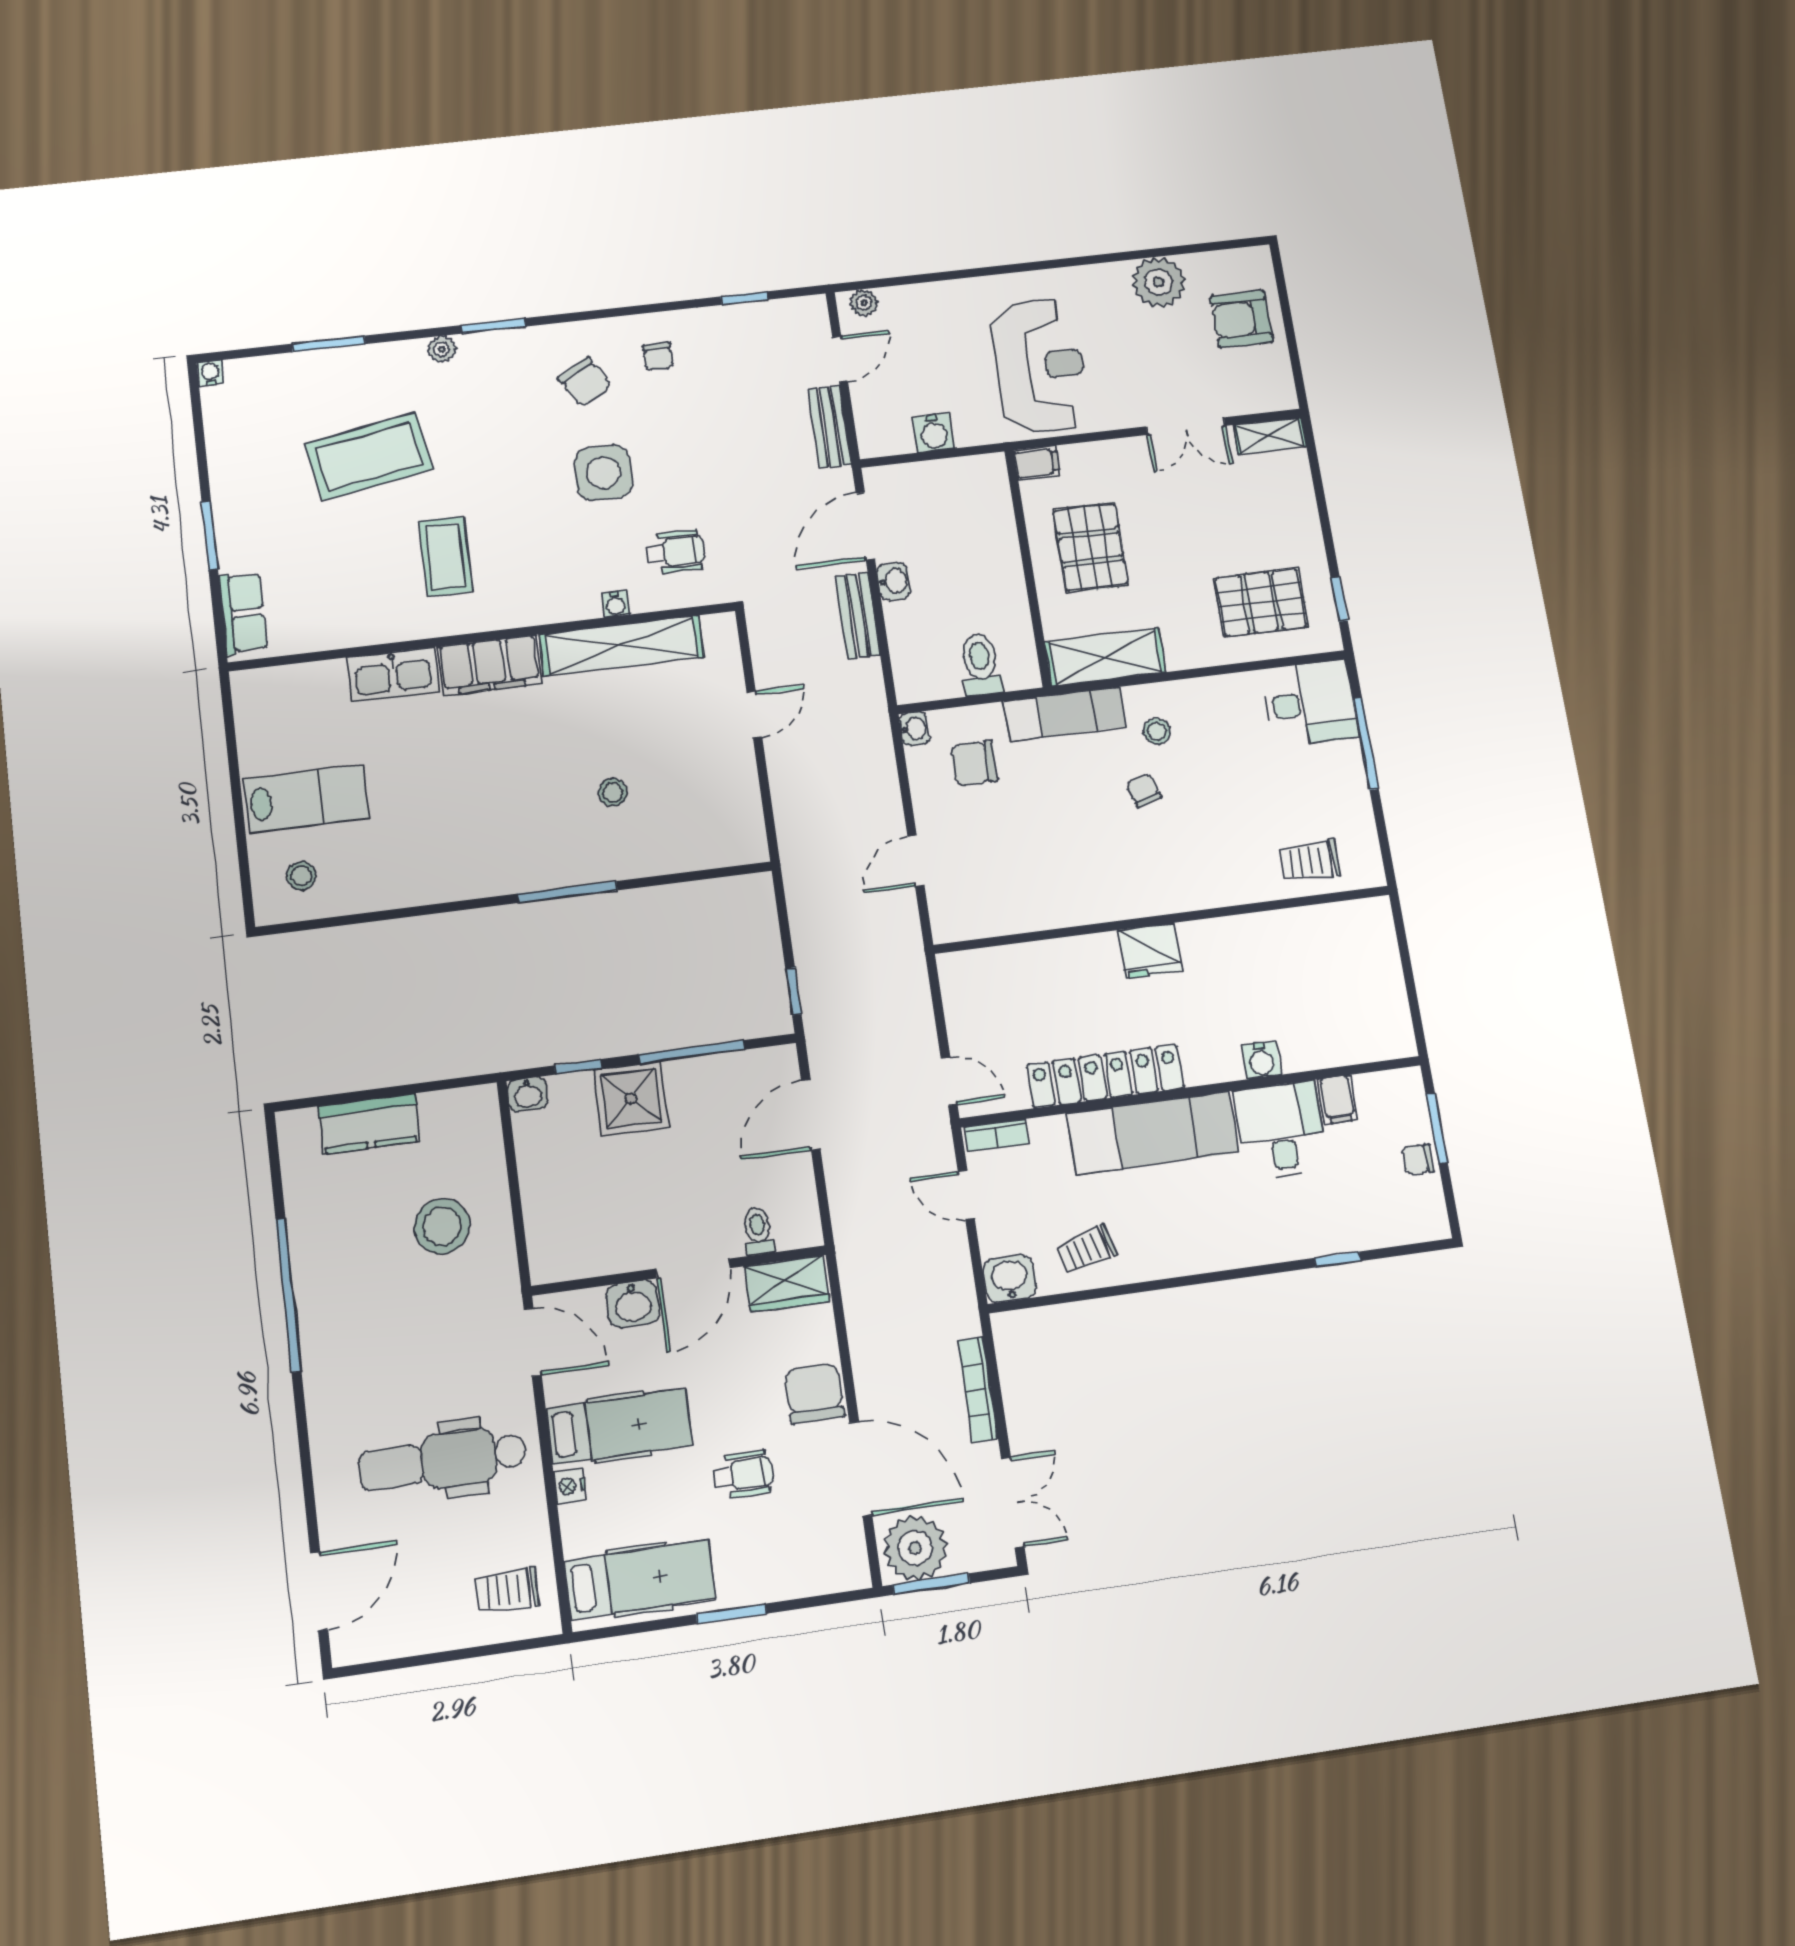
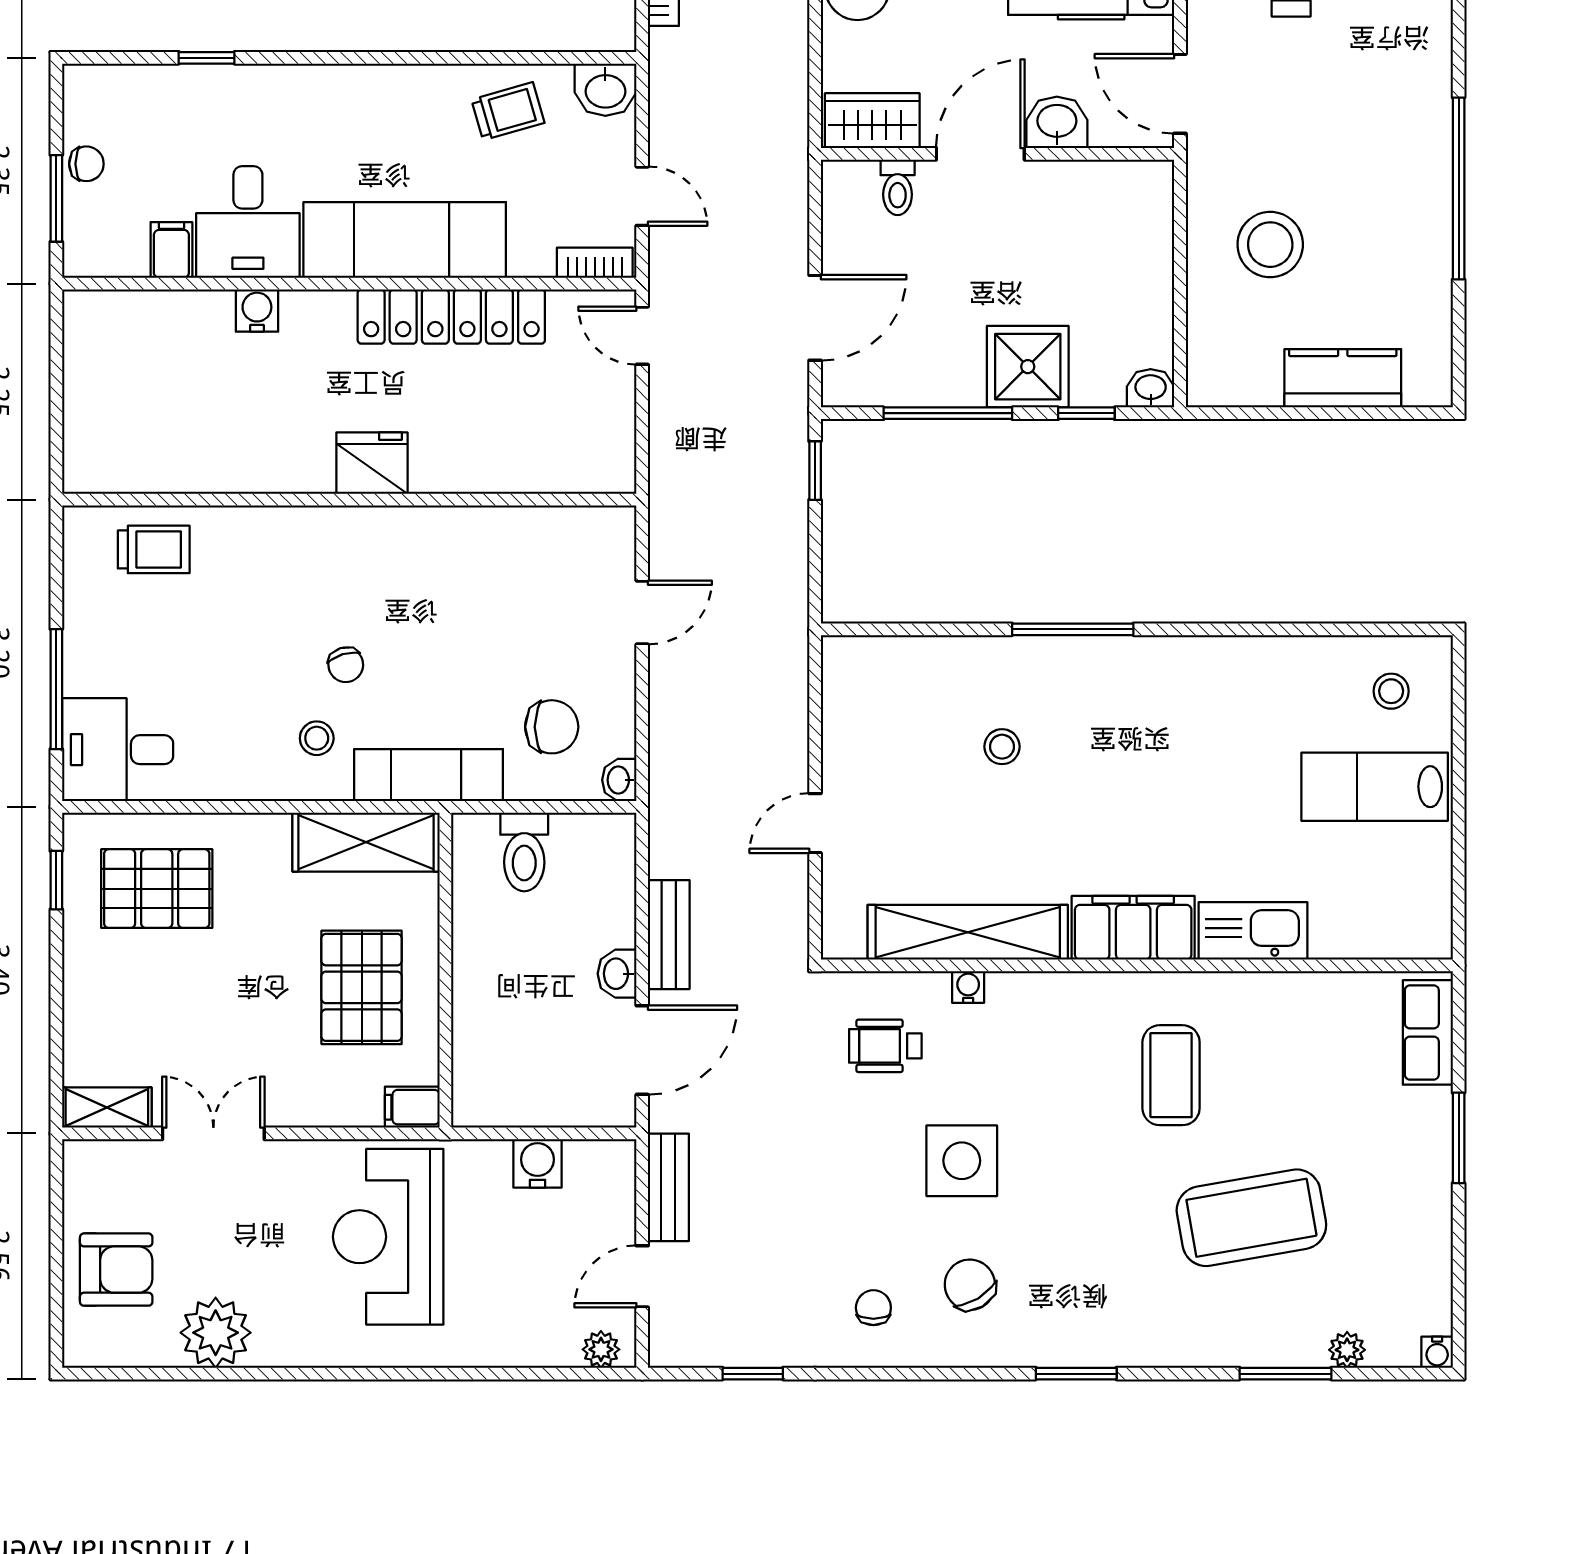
plant: (442, 349) -> (1347, 1350), moved

